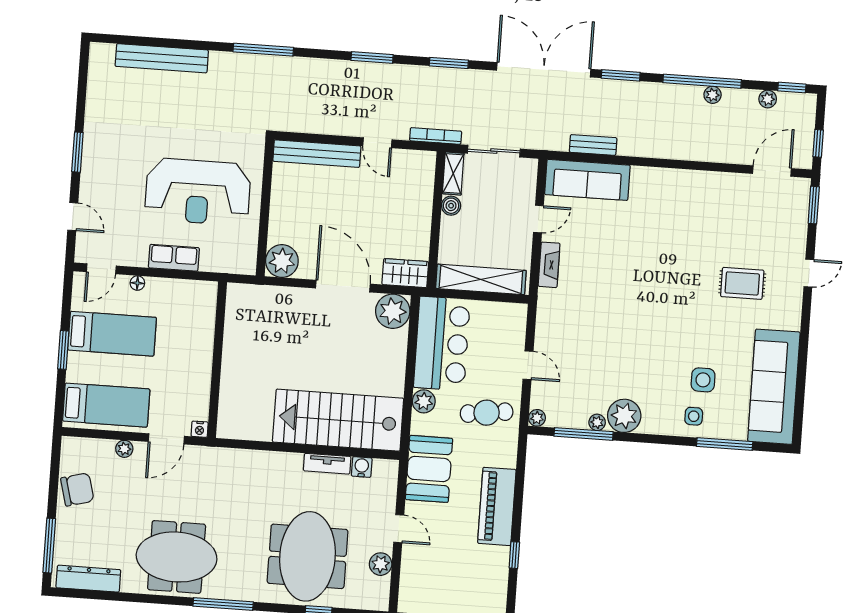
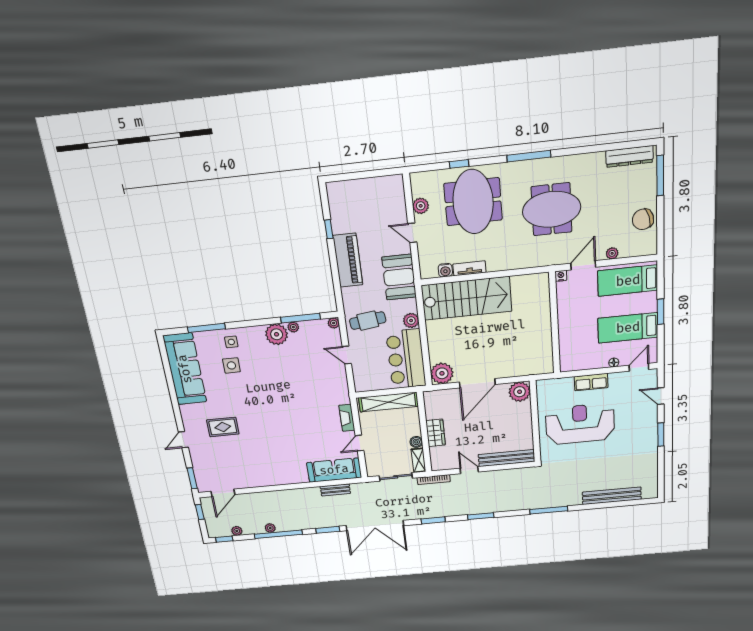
wardrobe: (405, 273) -> (436, 433), moved, turned -90
door: (343, 286) -> (477, 383), hinge flipped
meeting table: (177, 557) -> (552, 209), moved

